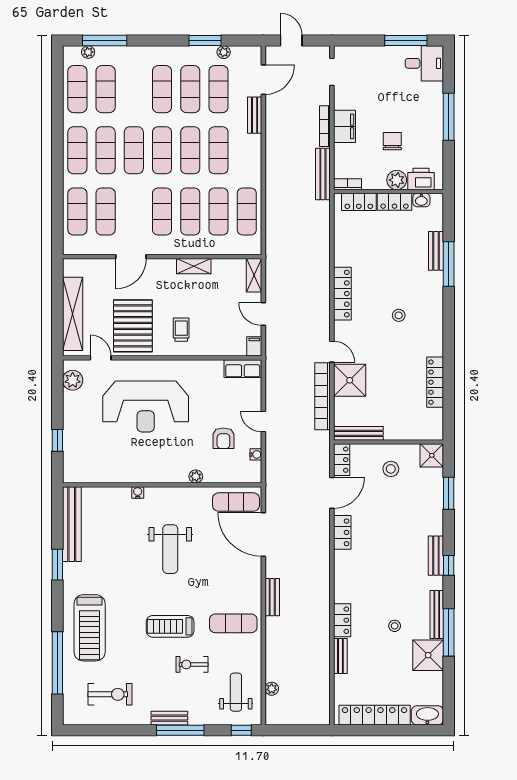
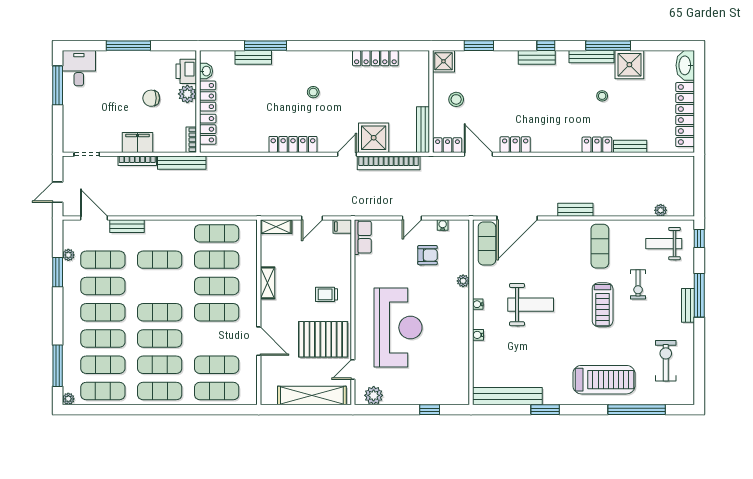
plant: (88, 52) -> (68, 399), moved
exercise mat: (190, 150) -> (103, 338), moved
water cooler: (171, 492) -> (478, 304), added

